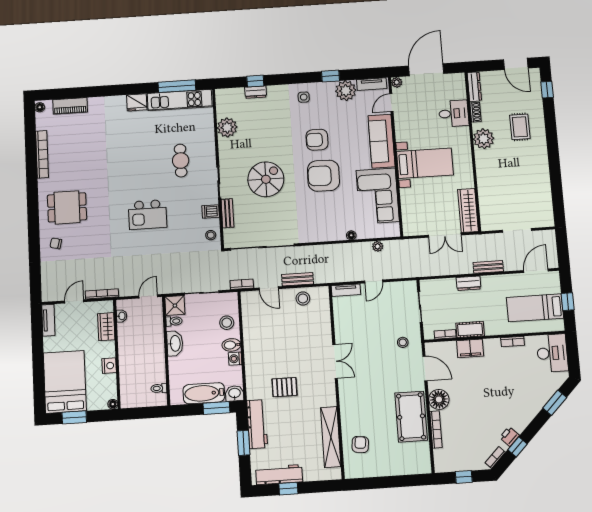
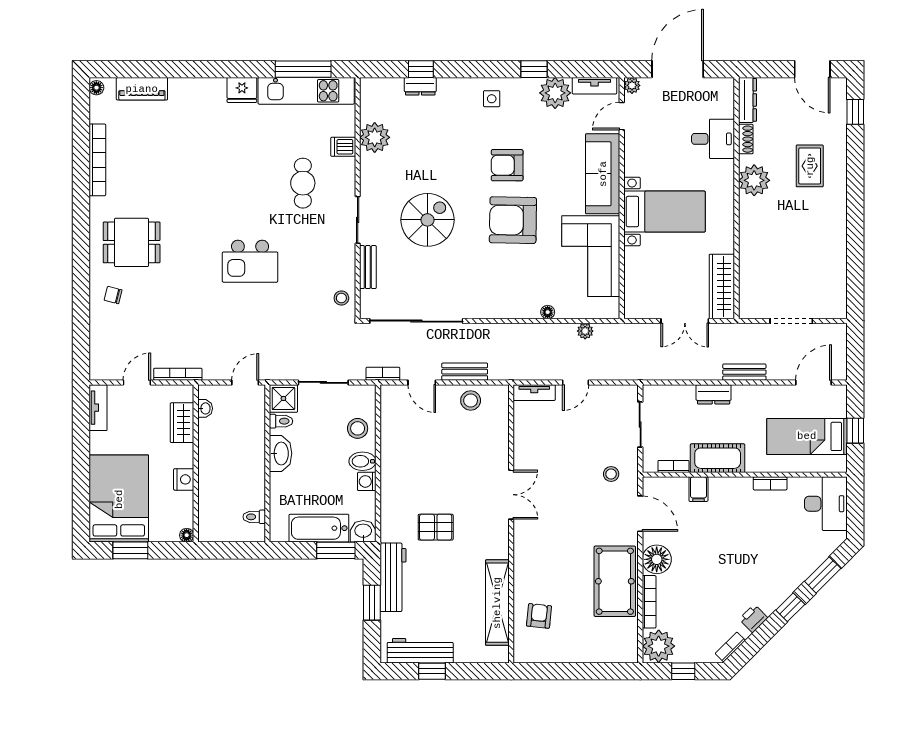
dishwasher: (211, 212) -> (343, 147), moved
cot: (470, 329) -> (718, 458), width x1.37, depth x1.34
filing cabinet: (470, 348) -> (698, 489), width x0.50
window: (517, 447) -> (790, 607), moved
plant: (445, 460) -> (659, 646), added

